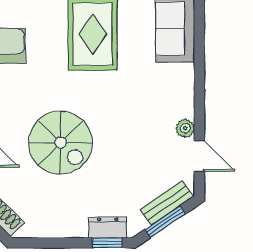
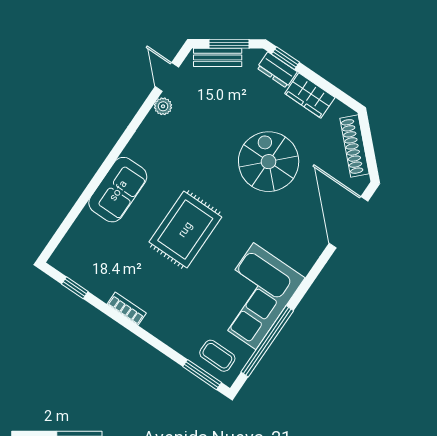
wardrobe: (64, 225) -> (310, 96), added

